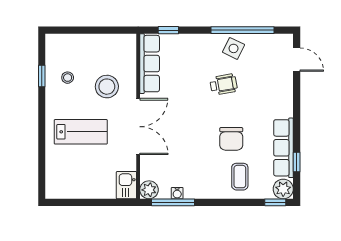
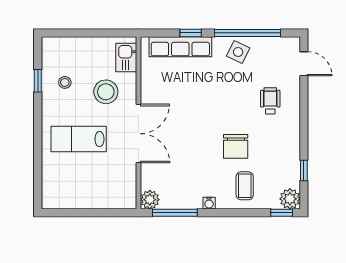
window: (168, 30) -> (191, 33), moved
row of seats: (150, 64) -> (180, 47), moved, turned 90
wheelchair: (224, 84) -> (270, 101), moved, turned -80
lab bench: (81, 132) -> (79, 139), turned 180
row of seats: (283, 148) -> (290, 156), removed
kitchen sink: (126, 185) -> (126, 57), moved
water cooler: (177, 193) -> (209, 203), moved

